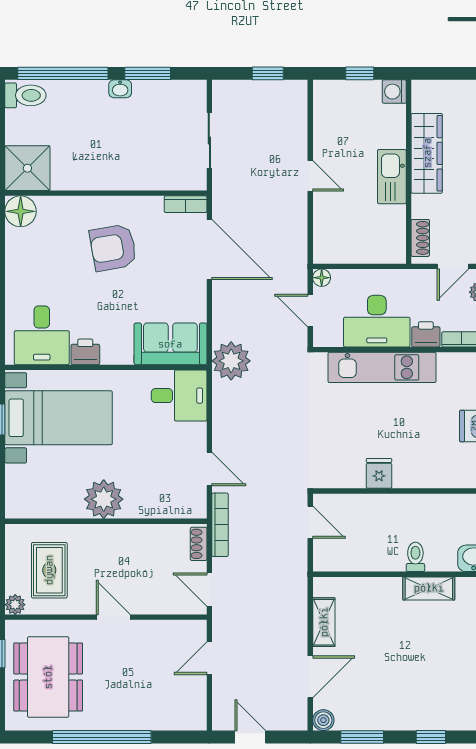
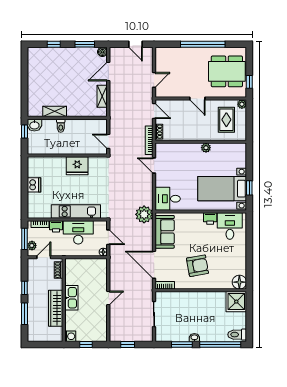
door: (310, 176) -> (108, 298), swing flipped
sofa: (170, 344) -> (165, 232), moved, turned -90
fridge: (379, 473) -> (77, 166), width x1.88, depth x1.34
plant: (104, 499) -> (206, 148), width x0.53, depth x0.53
dining table: (48, 677) -> (227, 71), turned 90

